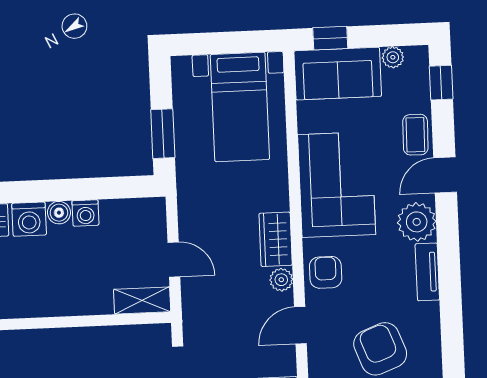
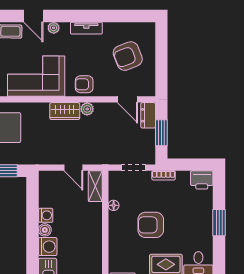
plant: (417, 222) -> (54, 28), width x0.53, depth x0.53
door: (174, 259) -> (73, 168), swing flipped
door: (300, 325) -> (127, 99), moved
floor lamp: (109, 335) -> (114, 205), added

